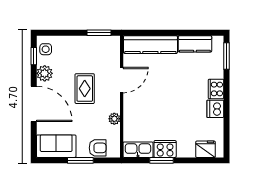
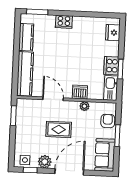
dishwasher: (215, 109) -> (80, 92), moved, turned 180

